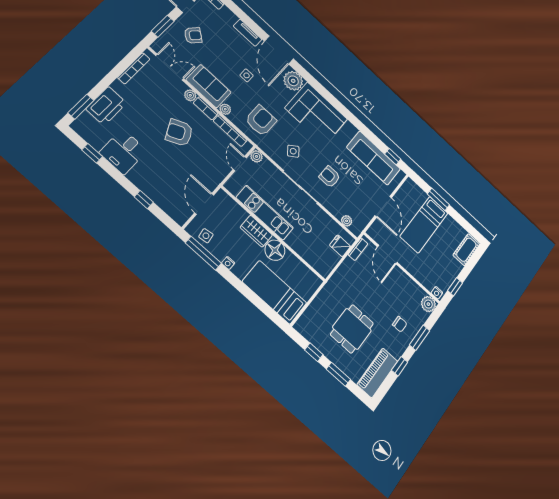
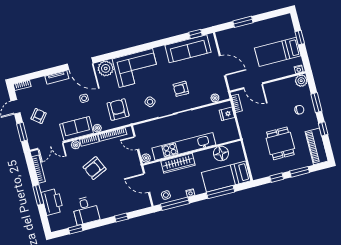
double door: (170, 67) -> (50, 146), swing flipped
window: (81, 107) -> (38, 195), moved
plant: (256, 156) -> (146, 158), moved
kitchen unit: (265, 213) -> (184, 146), width x1.36
bed: (424, 225) -> (278, 52), moved, turned 90
wardrobe: (256, 231) -> (178, 163), width x1.50
floor lamp: (275, 250) -> (221, 153), moved
cot: (466, 250) -> (287, 27), removed
window: (455, 287) -> (300, 38), moved
window: (253, 298) -> (221, 192), added

